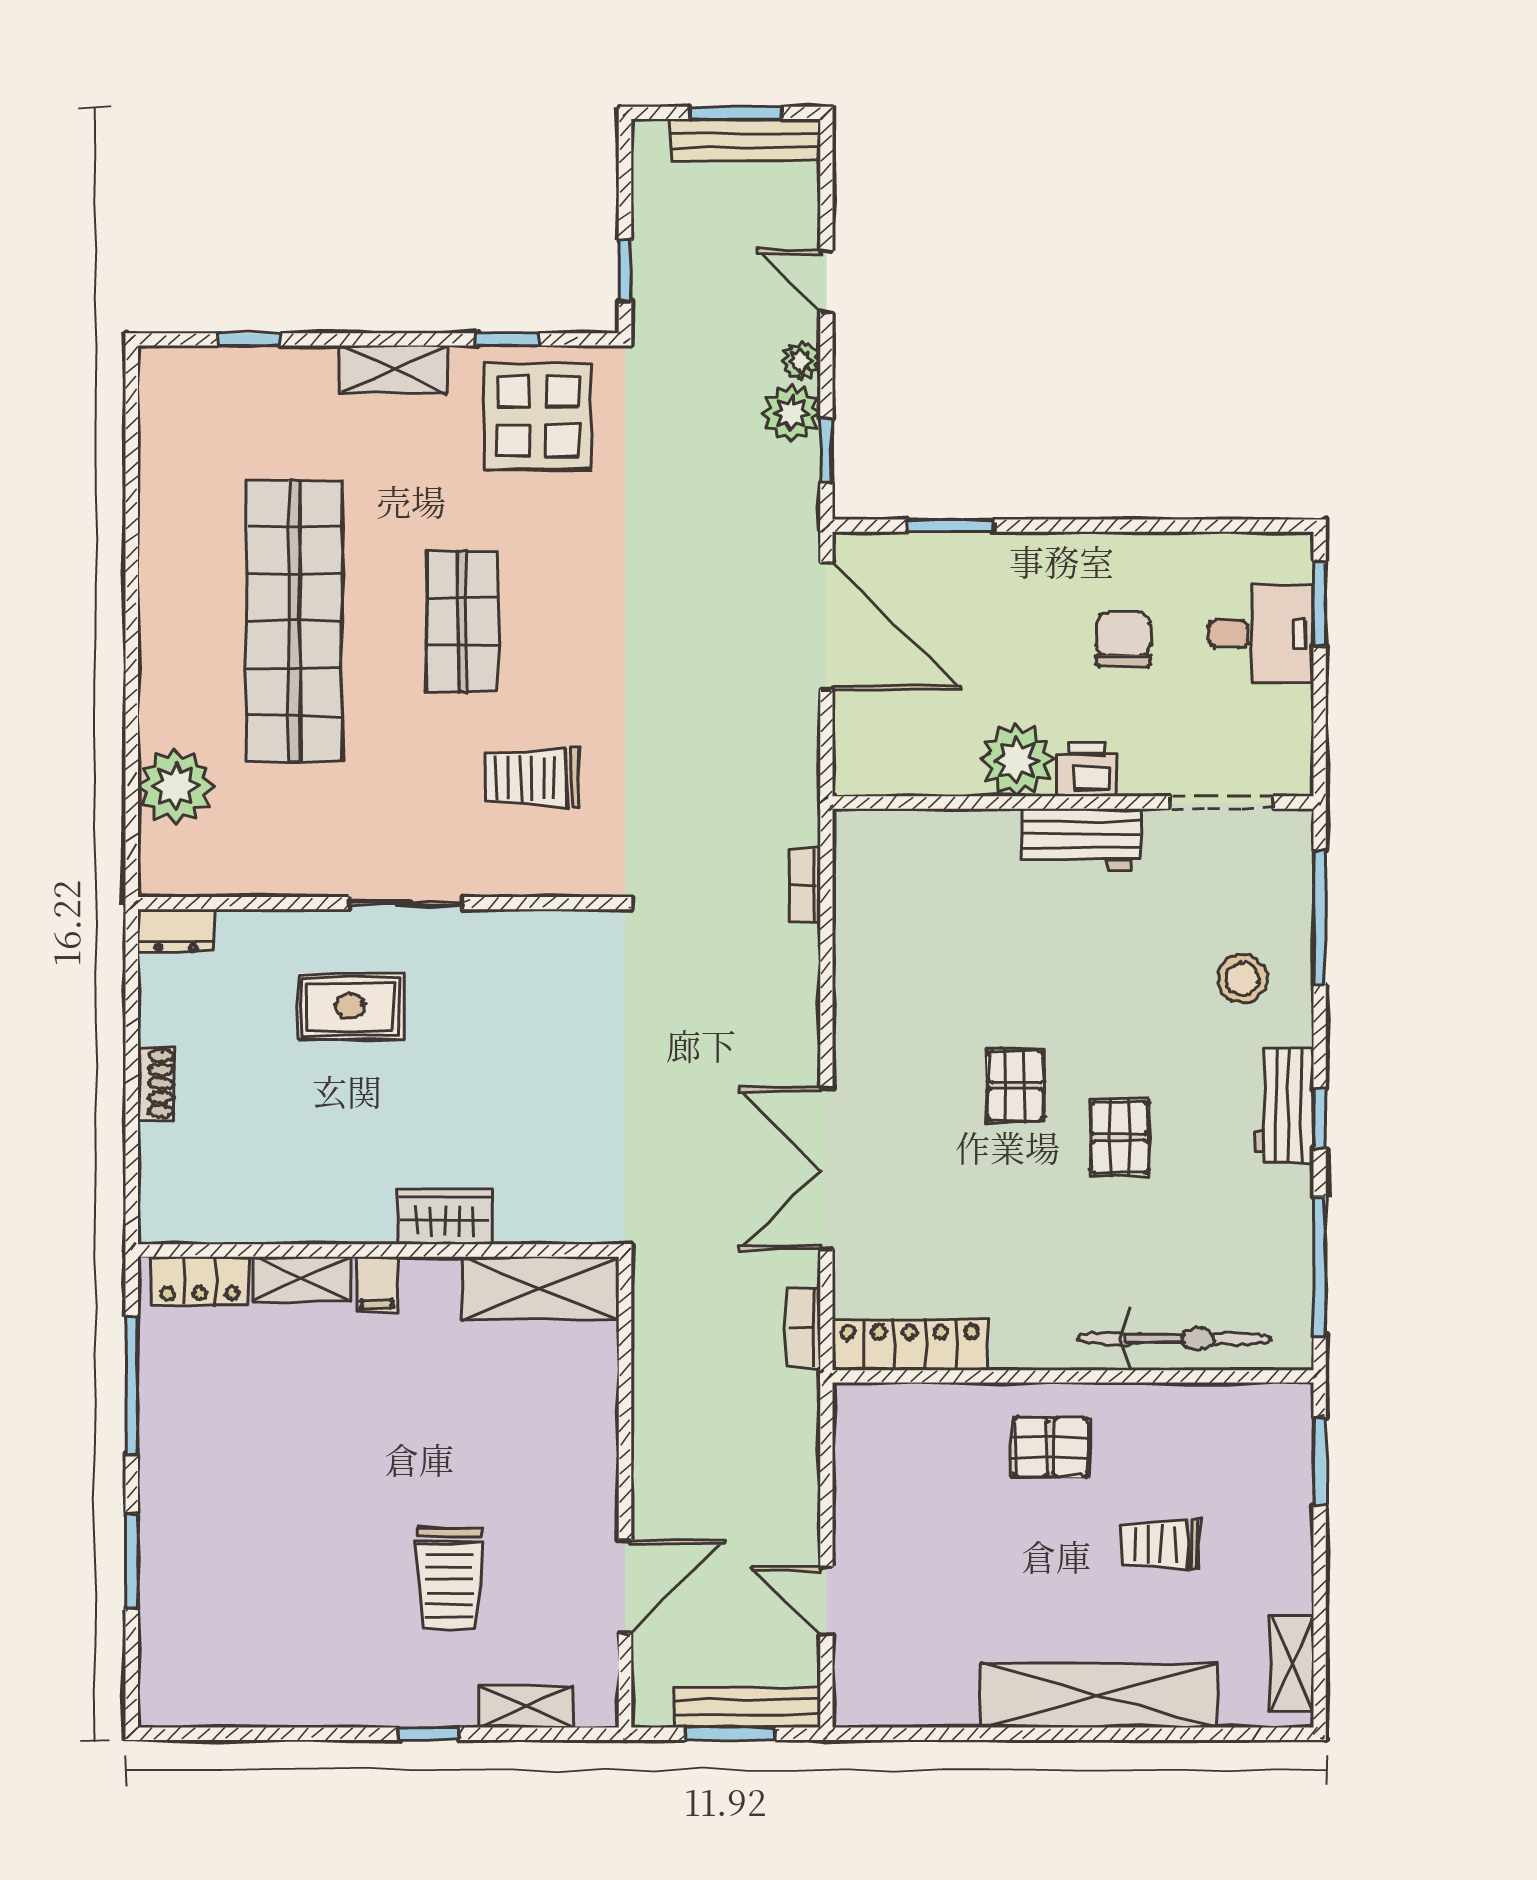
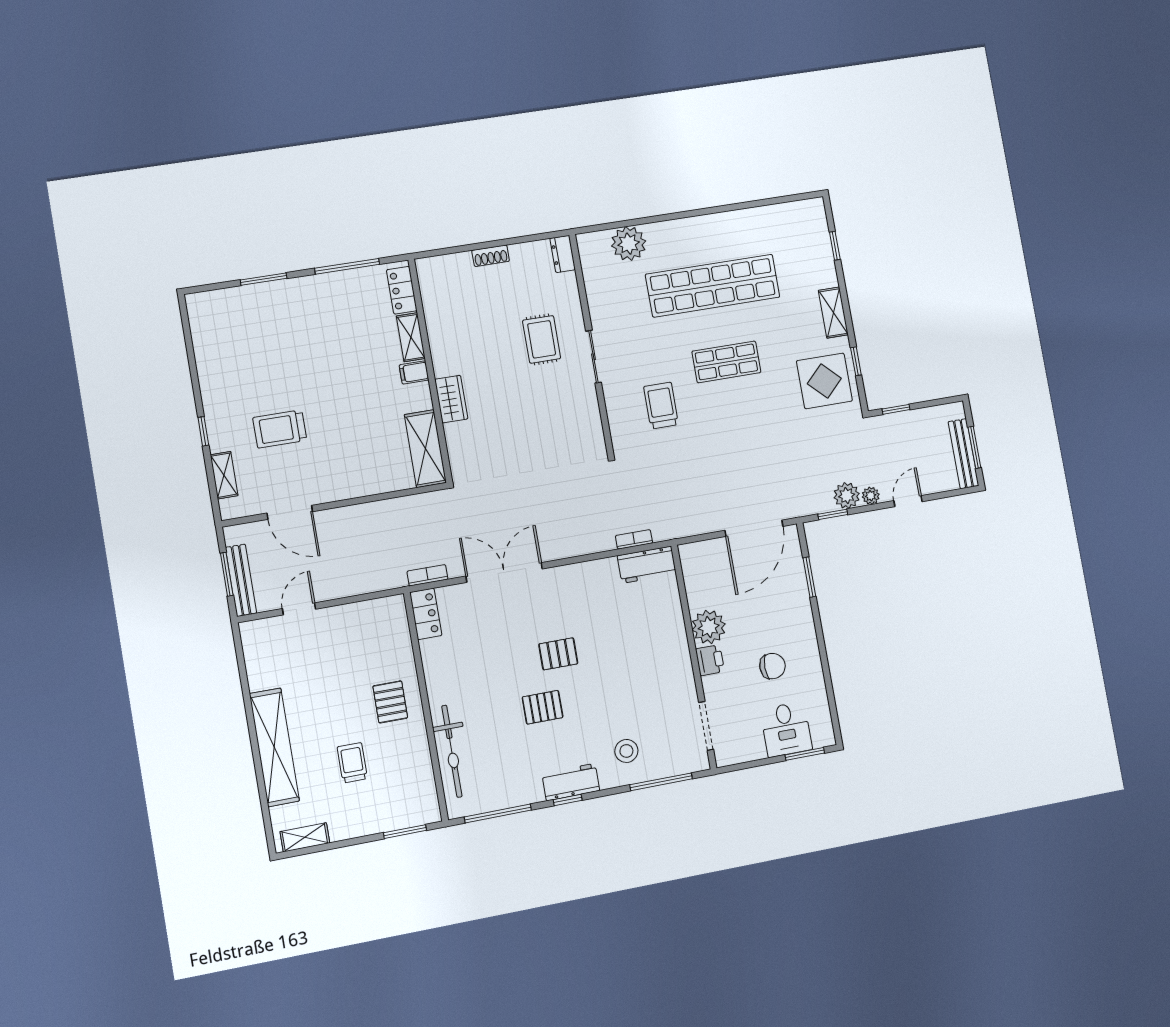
workbench: (1081, 839) -> (647, 565), moved, turned -90
locker: (910, 1345) -> (426, 614), width x0.66

